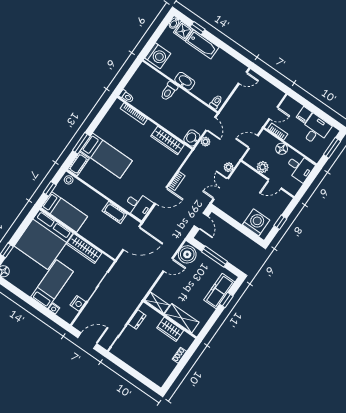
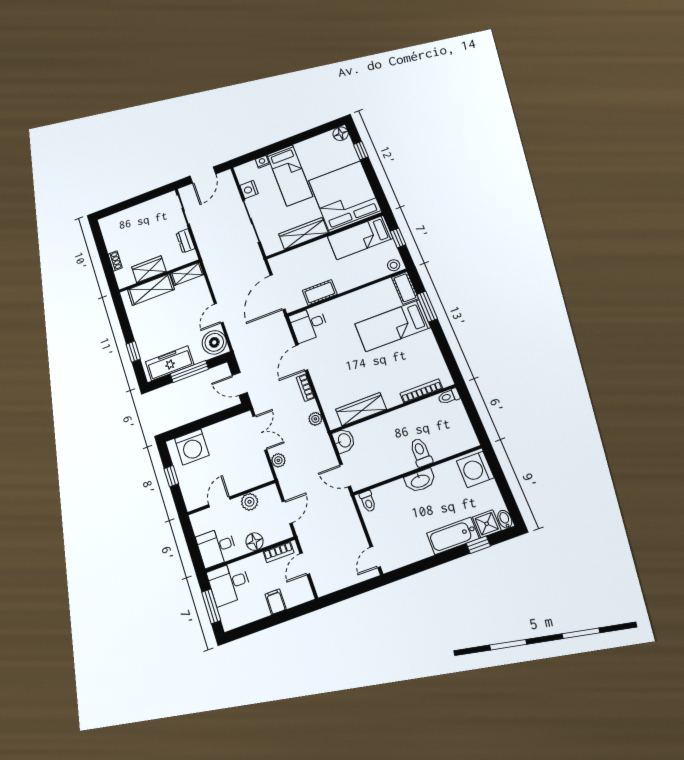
desk: (316, 130) -> (229, 583), moved, turned 90
plant: (205, 142) -> (315, 419), moved
freezer: (219, 291) -> (170, 363), moved, turned -90

